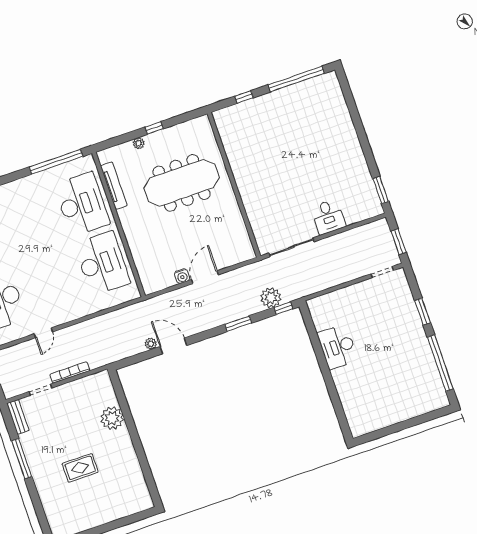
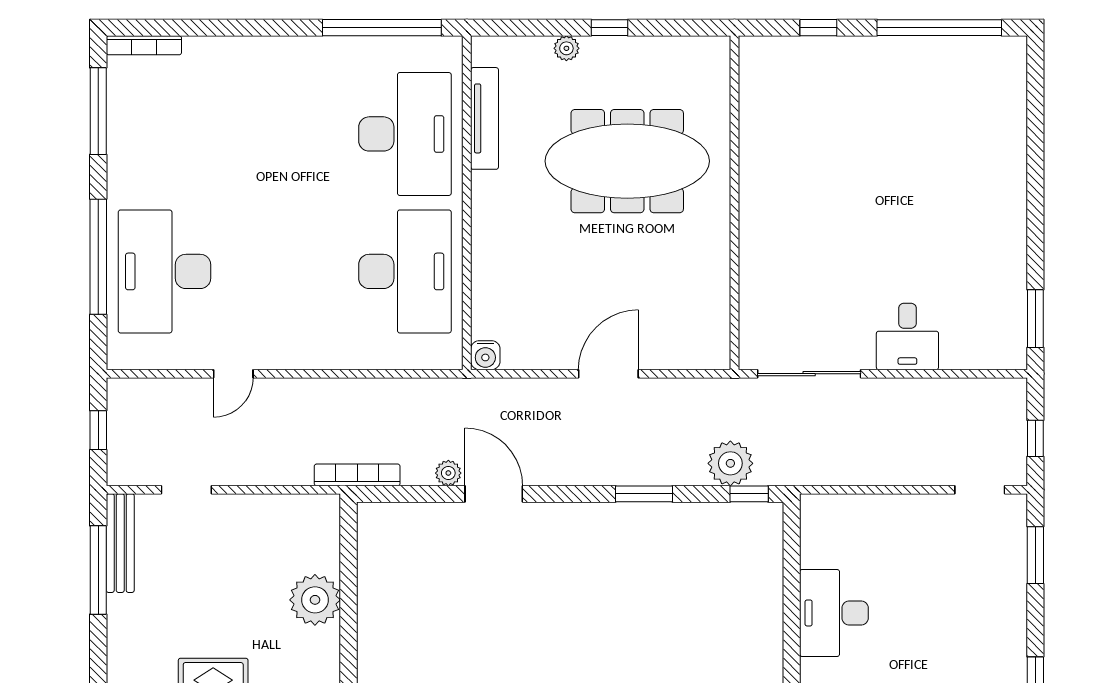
window: (398, 242) -> (1035, 438), width x0.67
water cooler: (182, 276) -> (485, 355), moved
window: (423, 312) -> (1035, 555), moved
bookcase: (70, 372) -> (357, 475), moved
bench: (18, 417) -> (120, 543), width x1.36
window: (22, 459) -> (98, 570), moved

